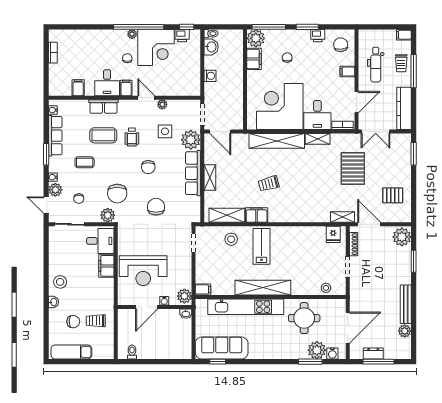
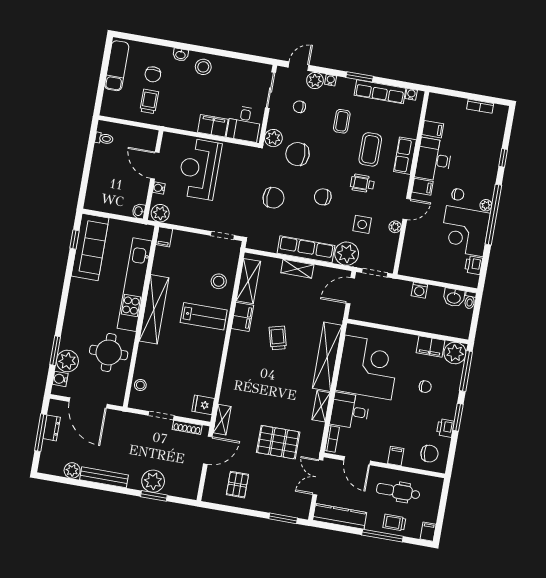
window: (187, 27) -> (503, 158), moved
desk: (107, 83) -> (434, 160), width x1.37
plant: (402, 237) -> (153, 481), moved

